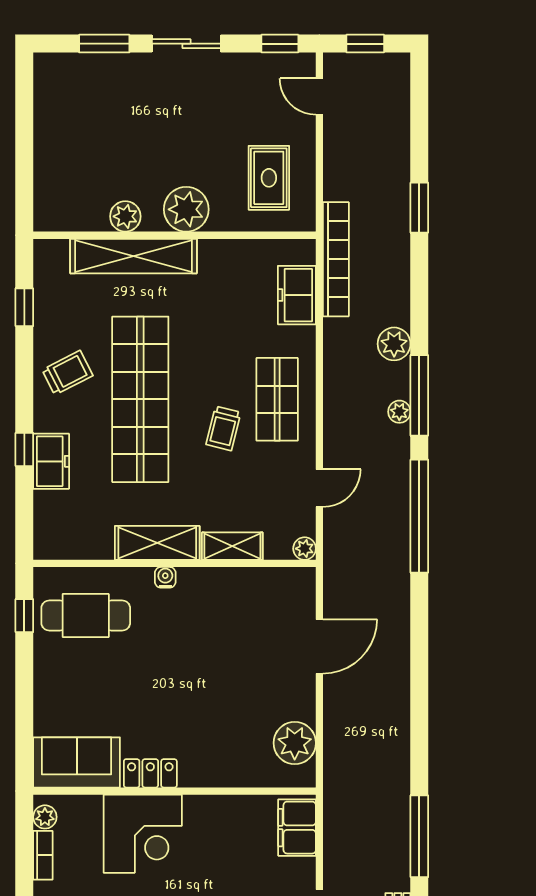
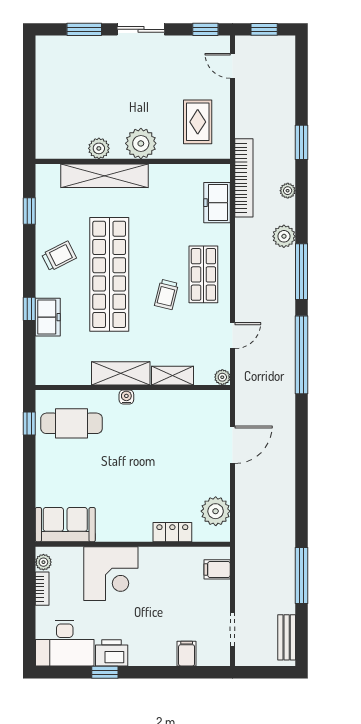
plant: (399, 412) -> (288, 191), moved
locker: (150, 773) -> (172, 532), moved
filing cabinet: (297, 828) -> (217, 569), width x0.50

